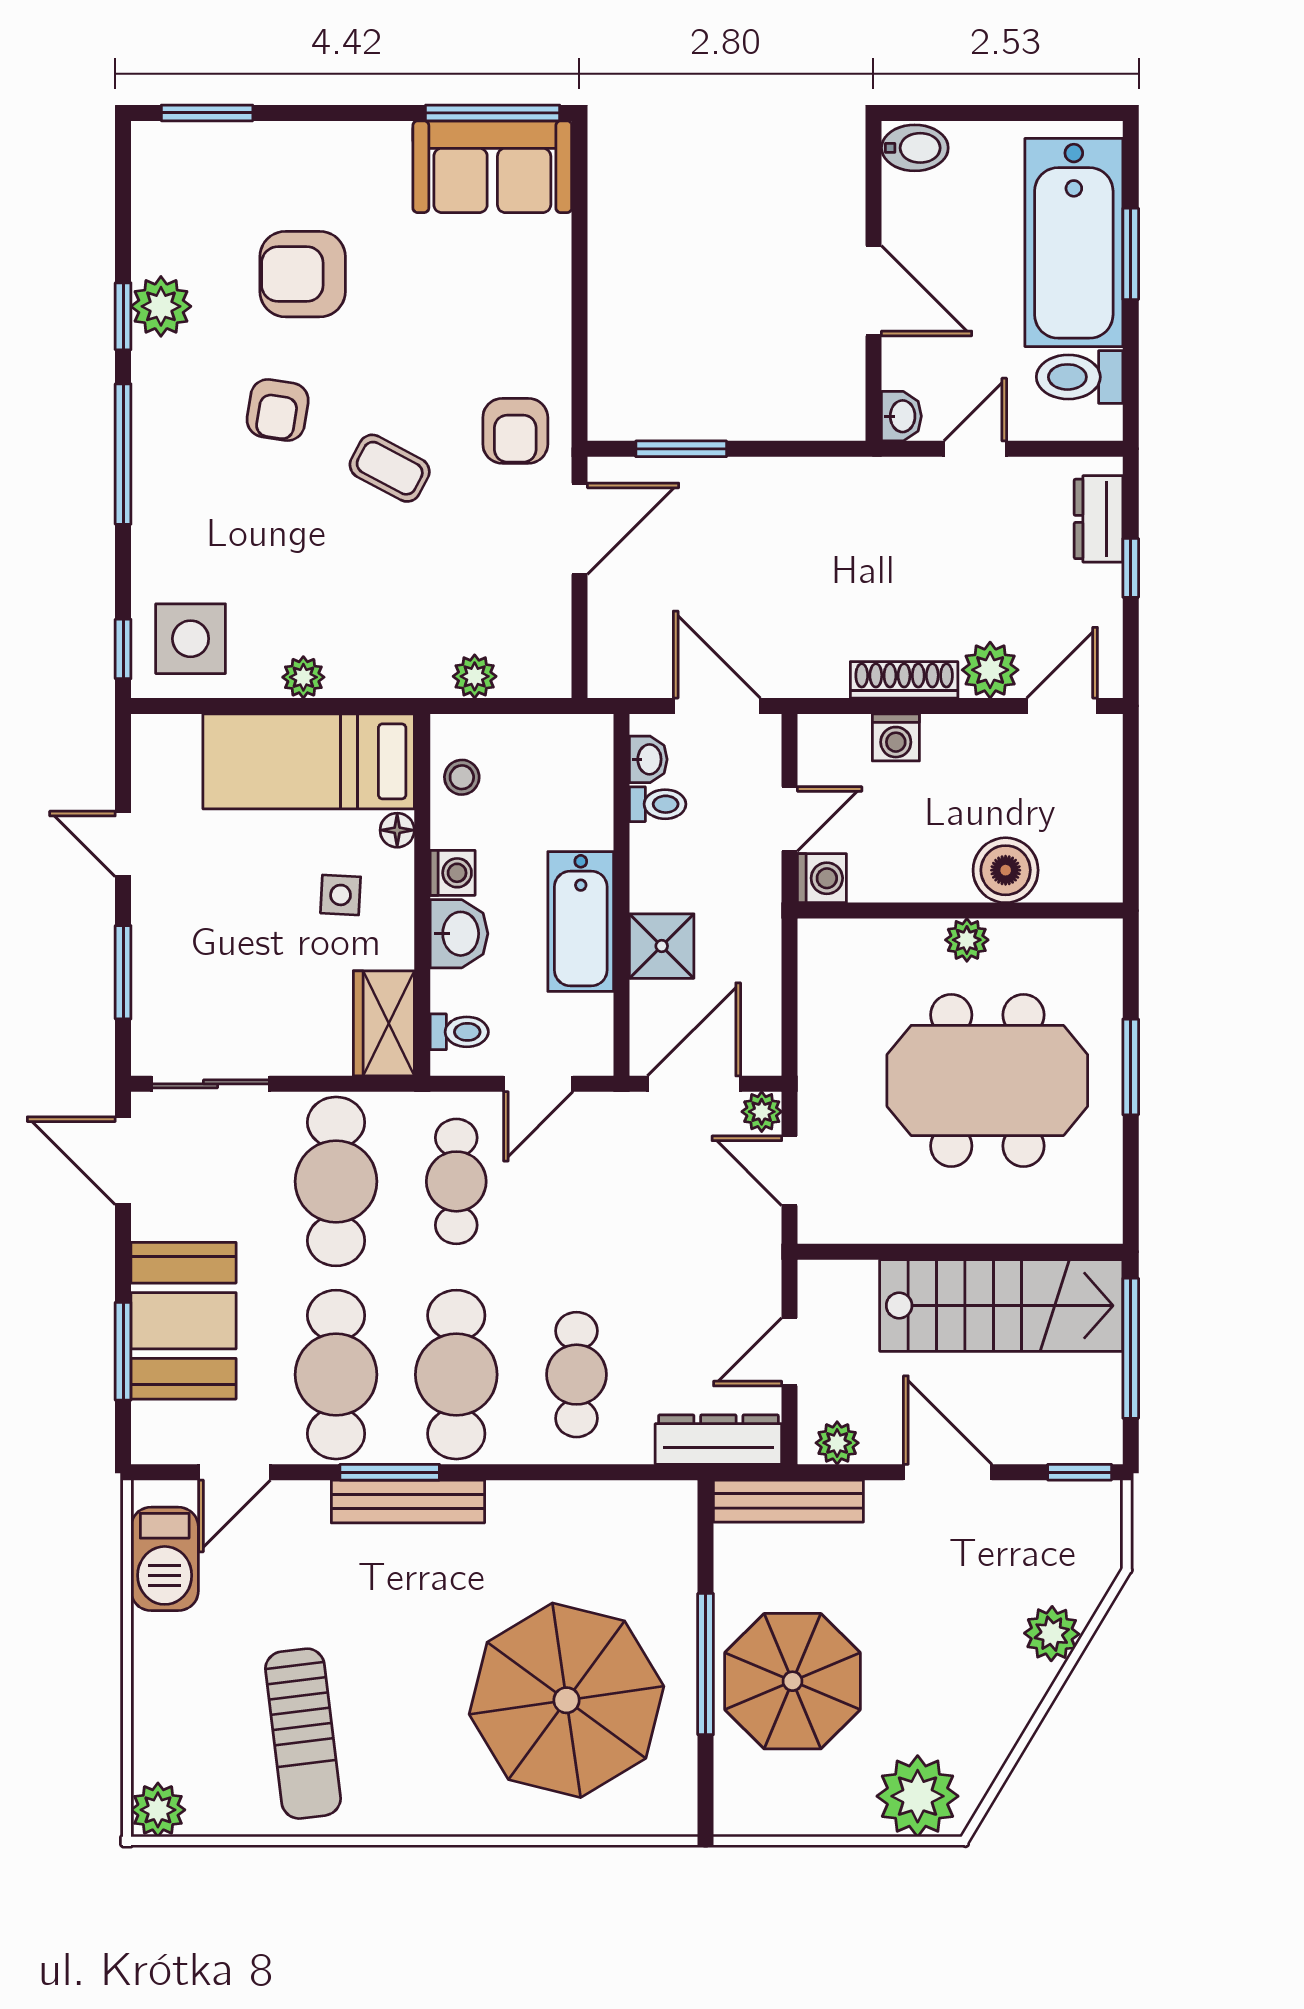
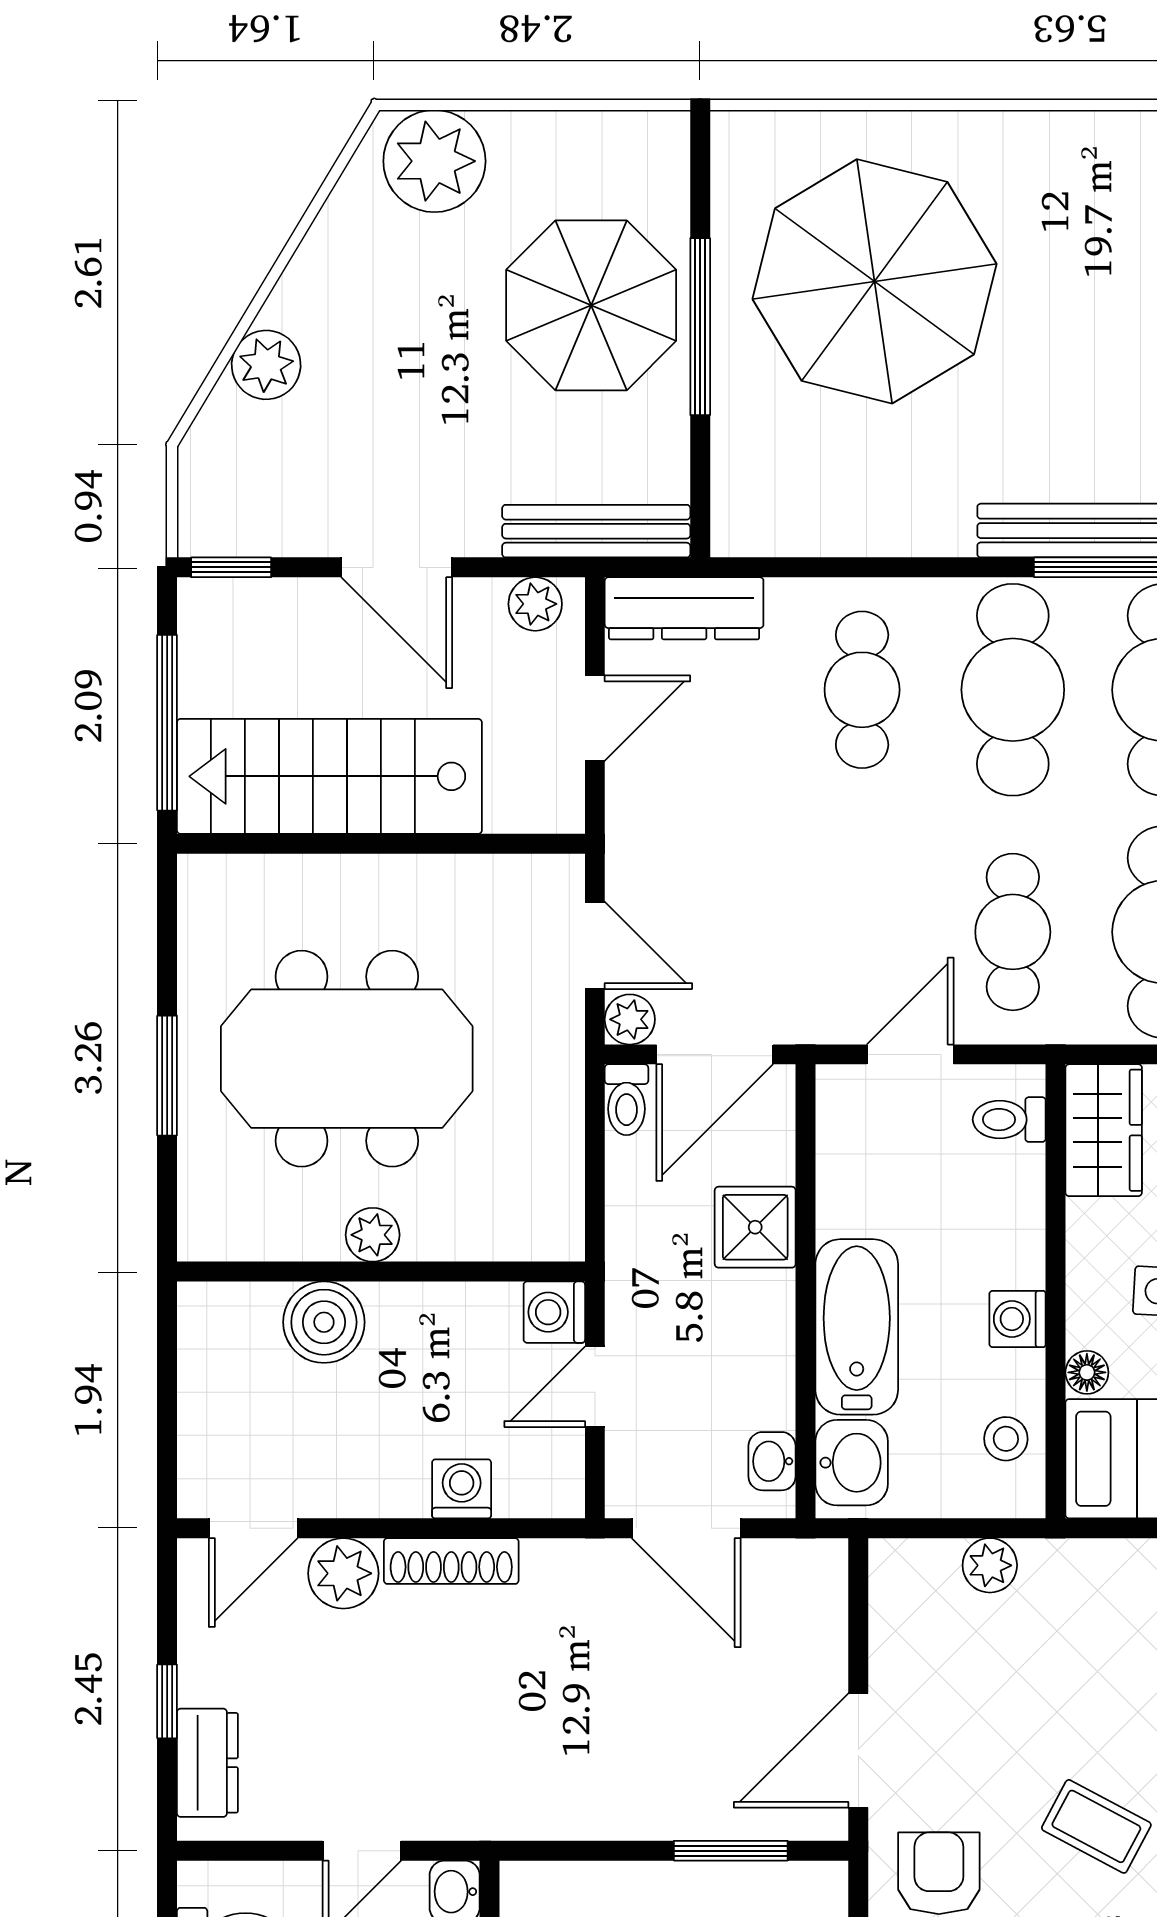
toilet: (658, 804) -> (627, 1100), moved, turned -90
bathtub: (581, 921) -> (857, 1327), moved
washbasin: (459, 934) -> (852, 1463), moved, turned 180

